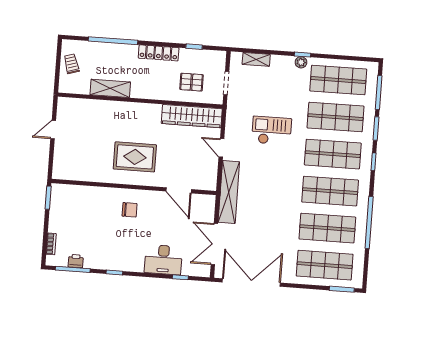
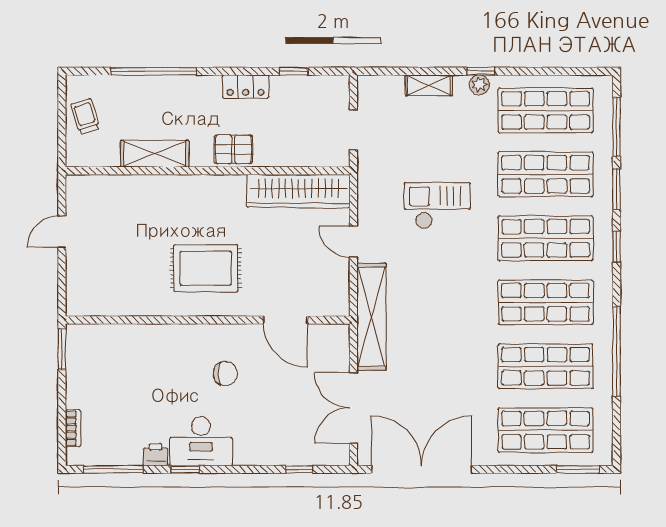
locker: (159, 53) -> (246, 86), width x0.66
shelving: (256, 59) -> (429, 85), moved
pallet: (192, 82) -> (233, 149), moved
chair: (130, 210) -> (225, 373), moved
desk: (163, 260) -> (201, 441), moved
printer: (76, 261) -> (156, 455), moved

